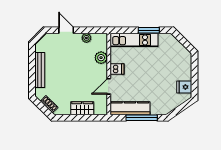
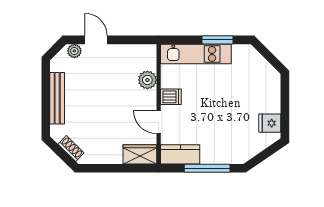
plant: (86, 38) -> (74, 51), moved
door: (109, 86) -> (159, 122), hinge flipped
wardrobe: (82, 108) -> (140, 154), moved
kitchen counter: (130, 108) -> (180, 154), width x0.67

